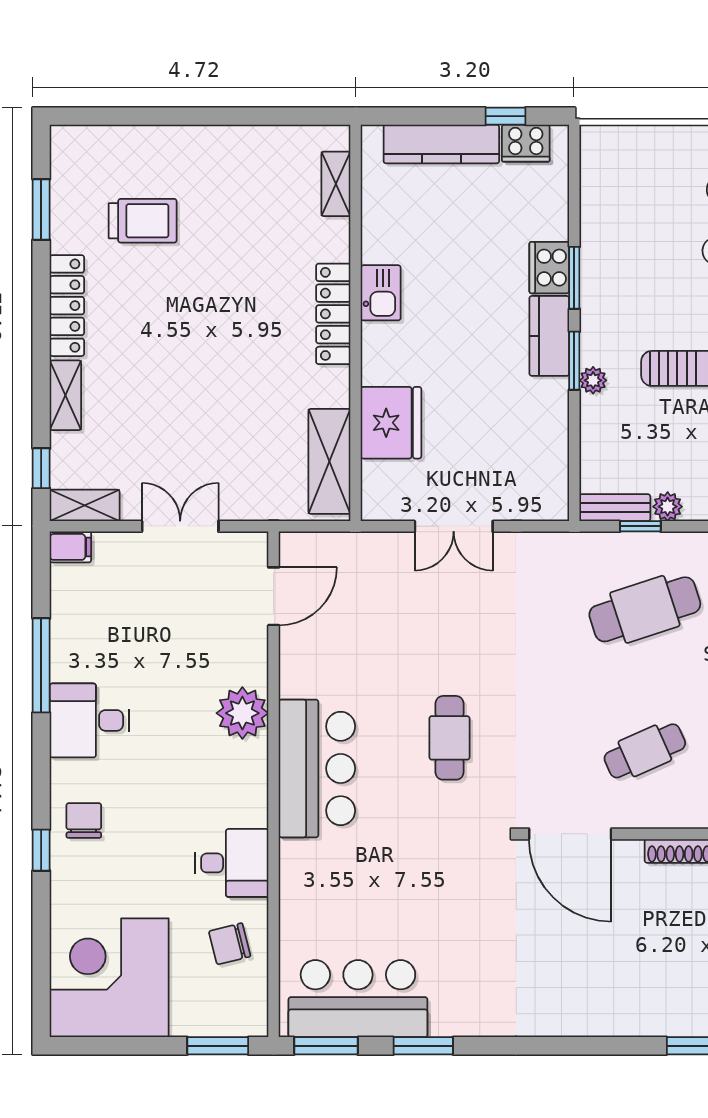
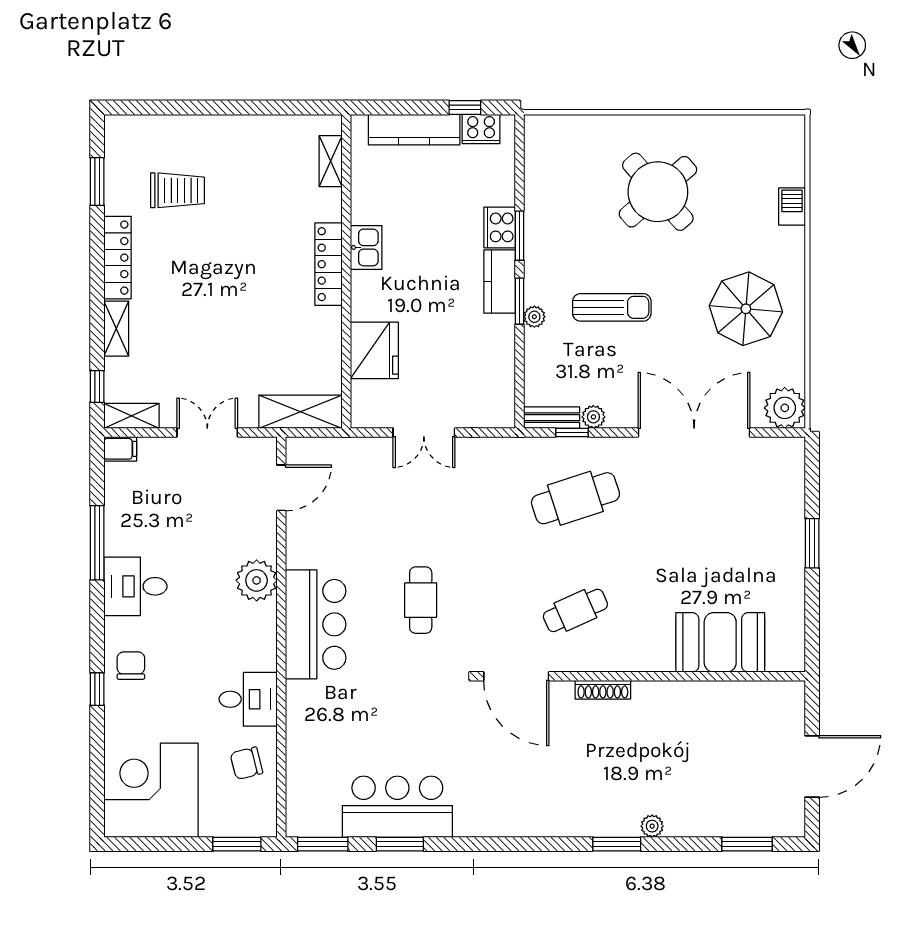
shelving: (329, 461) -> (301, 412), moved, turned 90
bar counter: (358, 999) -> (397, 807), moved

